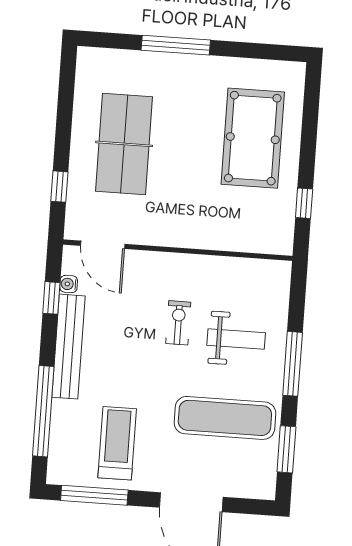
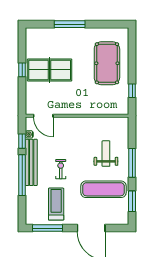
table tennis table: (124, 144) -> (50, 70), turned 90
window: (59, 187) -> (22, 70), moved
exercise bike: (178, 323) -> (61, 169), moved
weight bench: (236, 339) -> (106, 154), turned -90
window: (43, 411) -> (22, 175), moved

